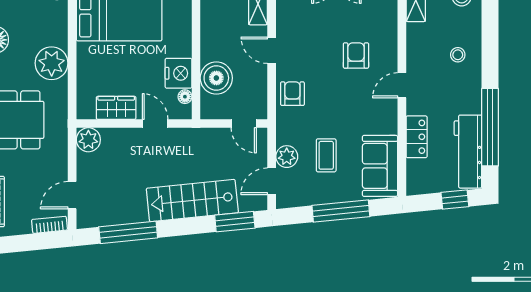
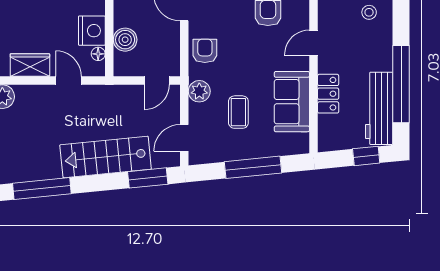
boiler: (216, 78) -> (125, 40), width x0.73, depth x0.73
door: (244, 124) -> (157, 81), hinge flipped
plant: (287, 157) -> (199, 91), moved
sofa: (380, 166) -> (292, 102), moved

